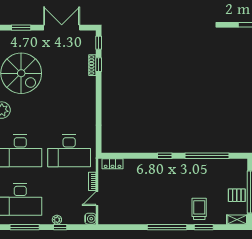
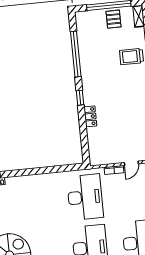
locker: (113, 164) -> (90, 116), moved
door: (97, 198) -> (131, 163), hinge flipped

